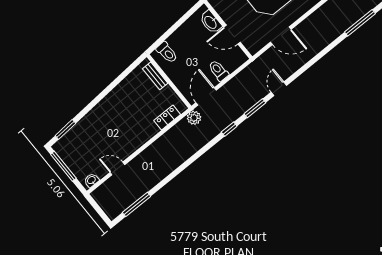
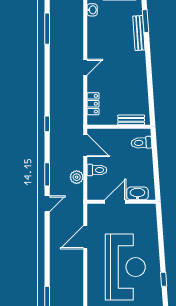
door: (279, 89) -> (47, 204), hinge flipped
plant: (194, 118) -> (77, 177), moved
bench: (79, 127) -> (139, 33), added
window: (229, 129) -> (47, 124), moved
door: (117, 168) -> (85, 67), moved

